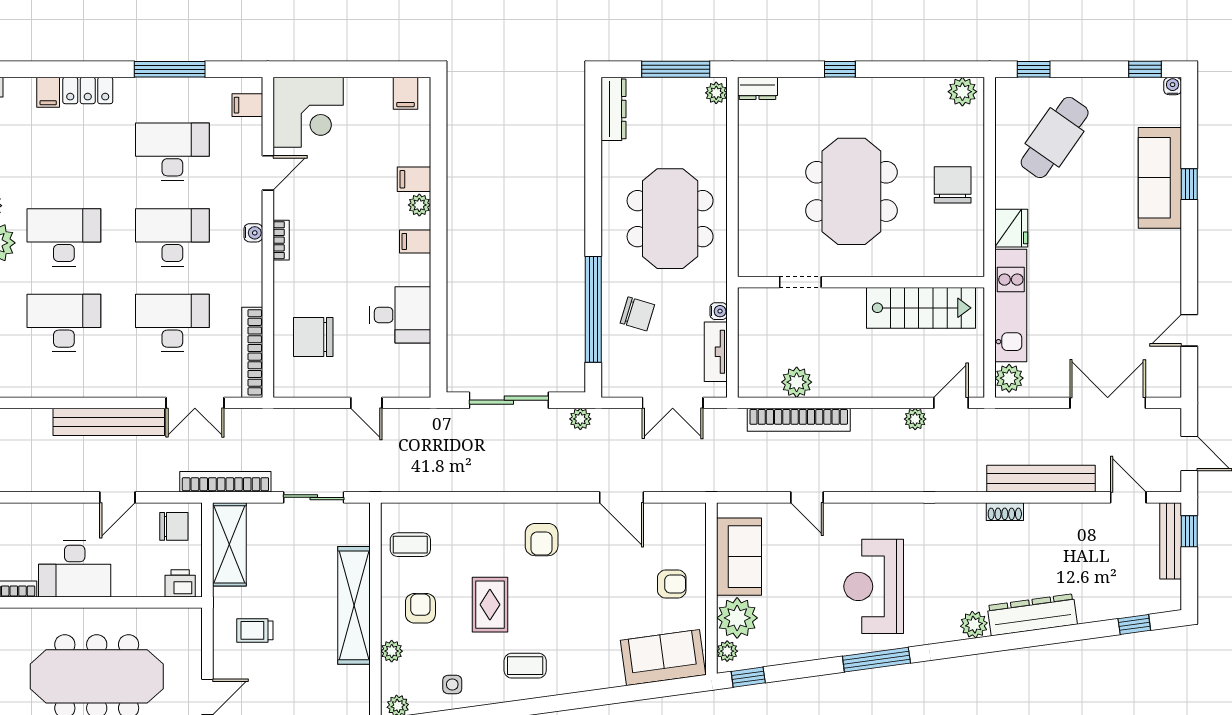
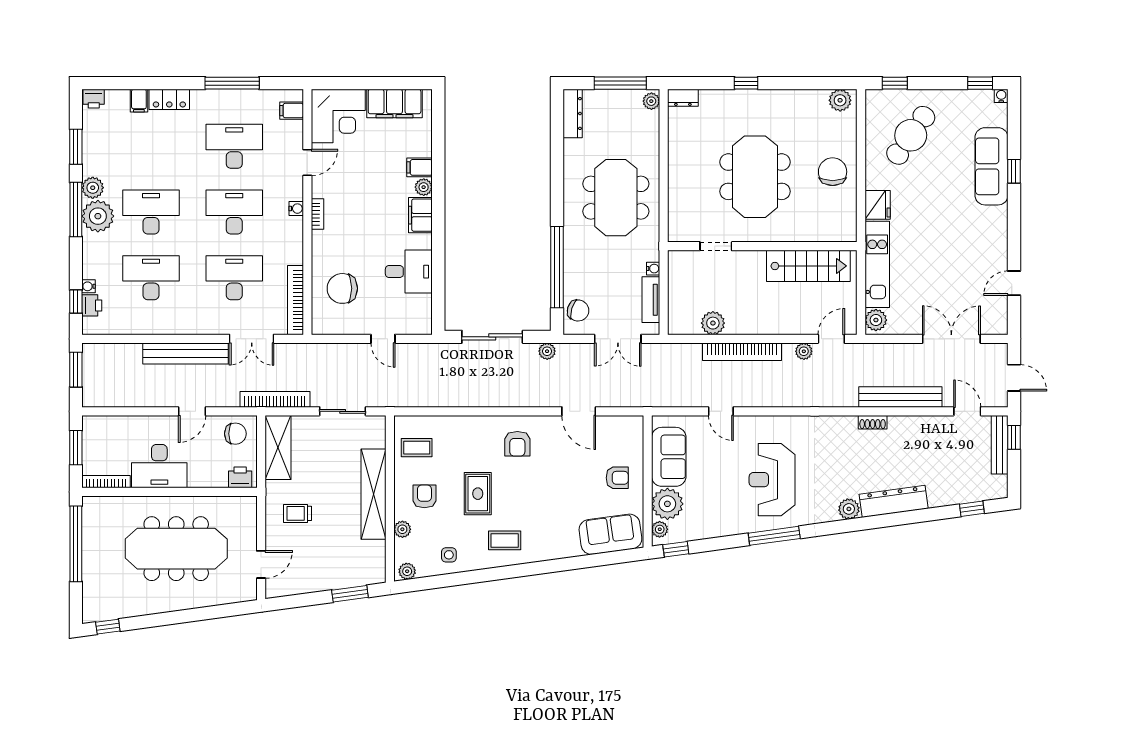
filing cabinet: (405, 93) -> (395, 104), width x3.00, depth x1.17
filing cabinet: (415, 241) -> (420, 215), width x2.00
chair: (637, 314) -> (578, 311), moved
bookcase: (799, 420) -> (742, 352), moved

